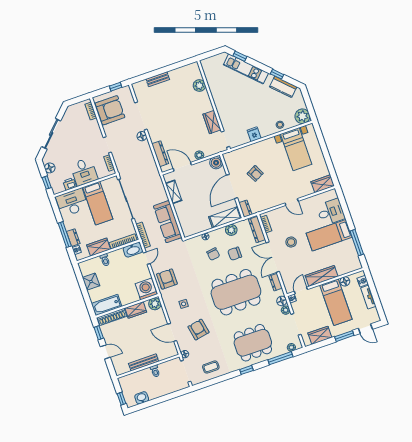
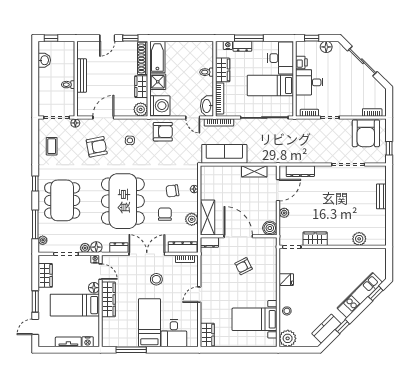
floor lamp: (142, 136) -> (326, 158), removed
floor lamp: (345, 281) -> (94, 288), moved
shower: (91, 282) -> (158, 82), moved

